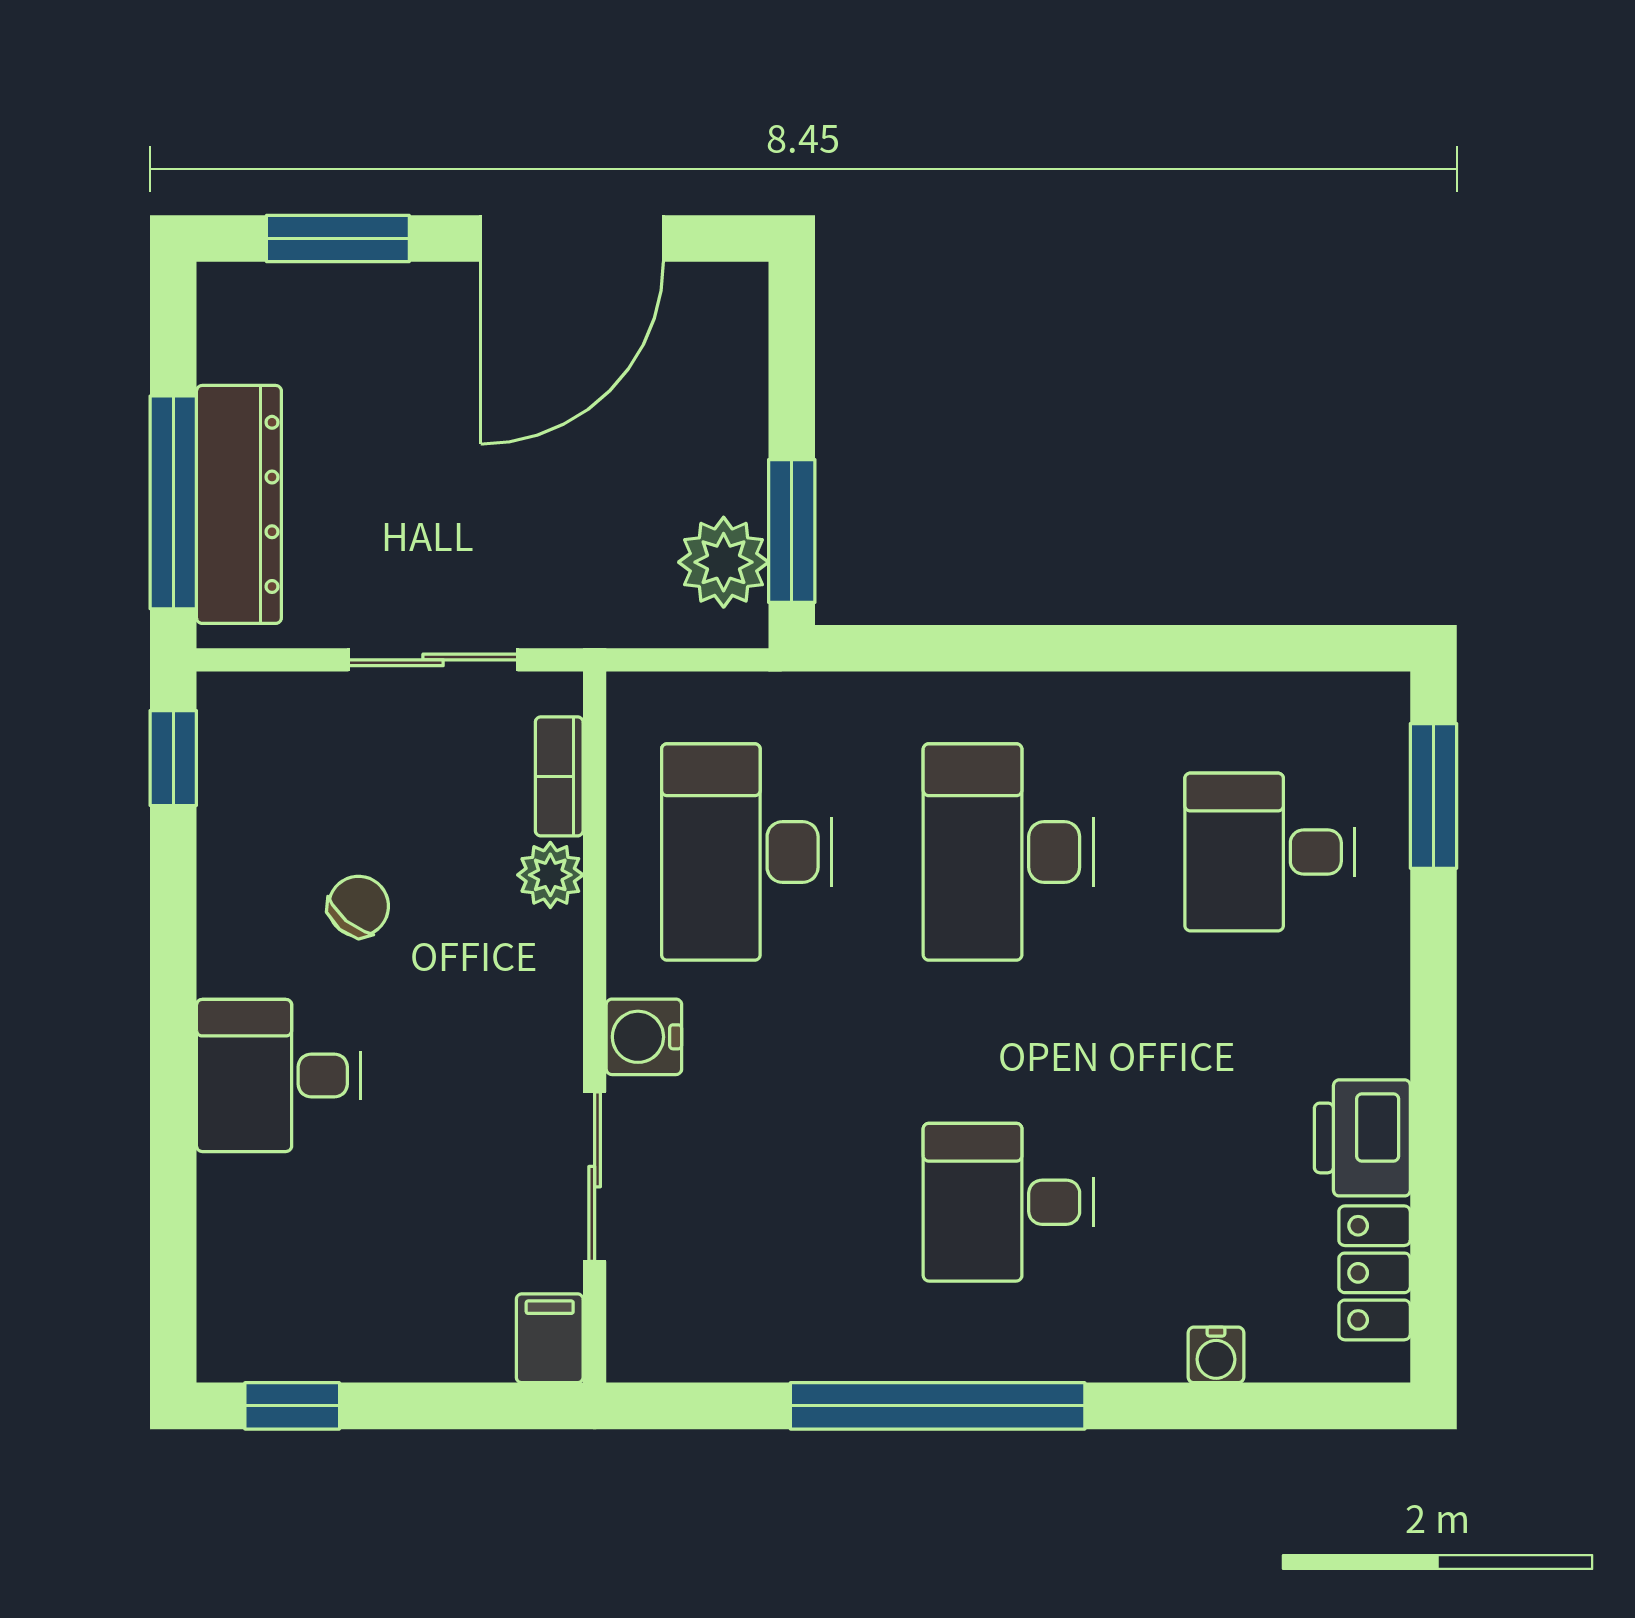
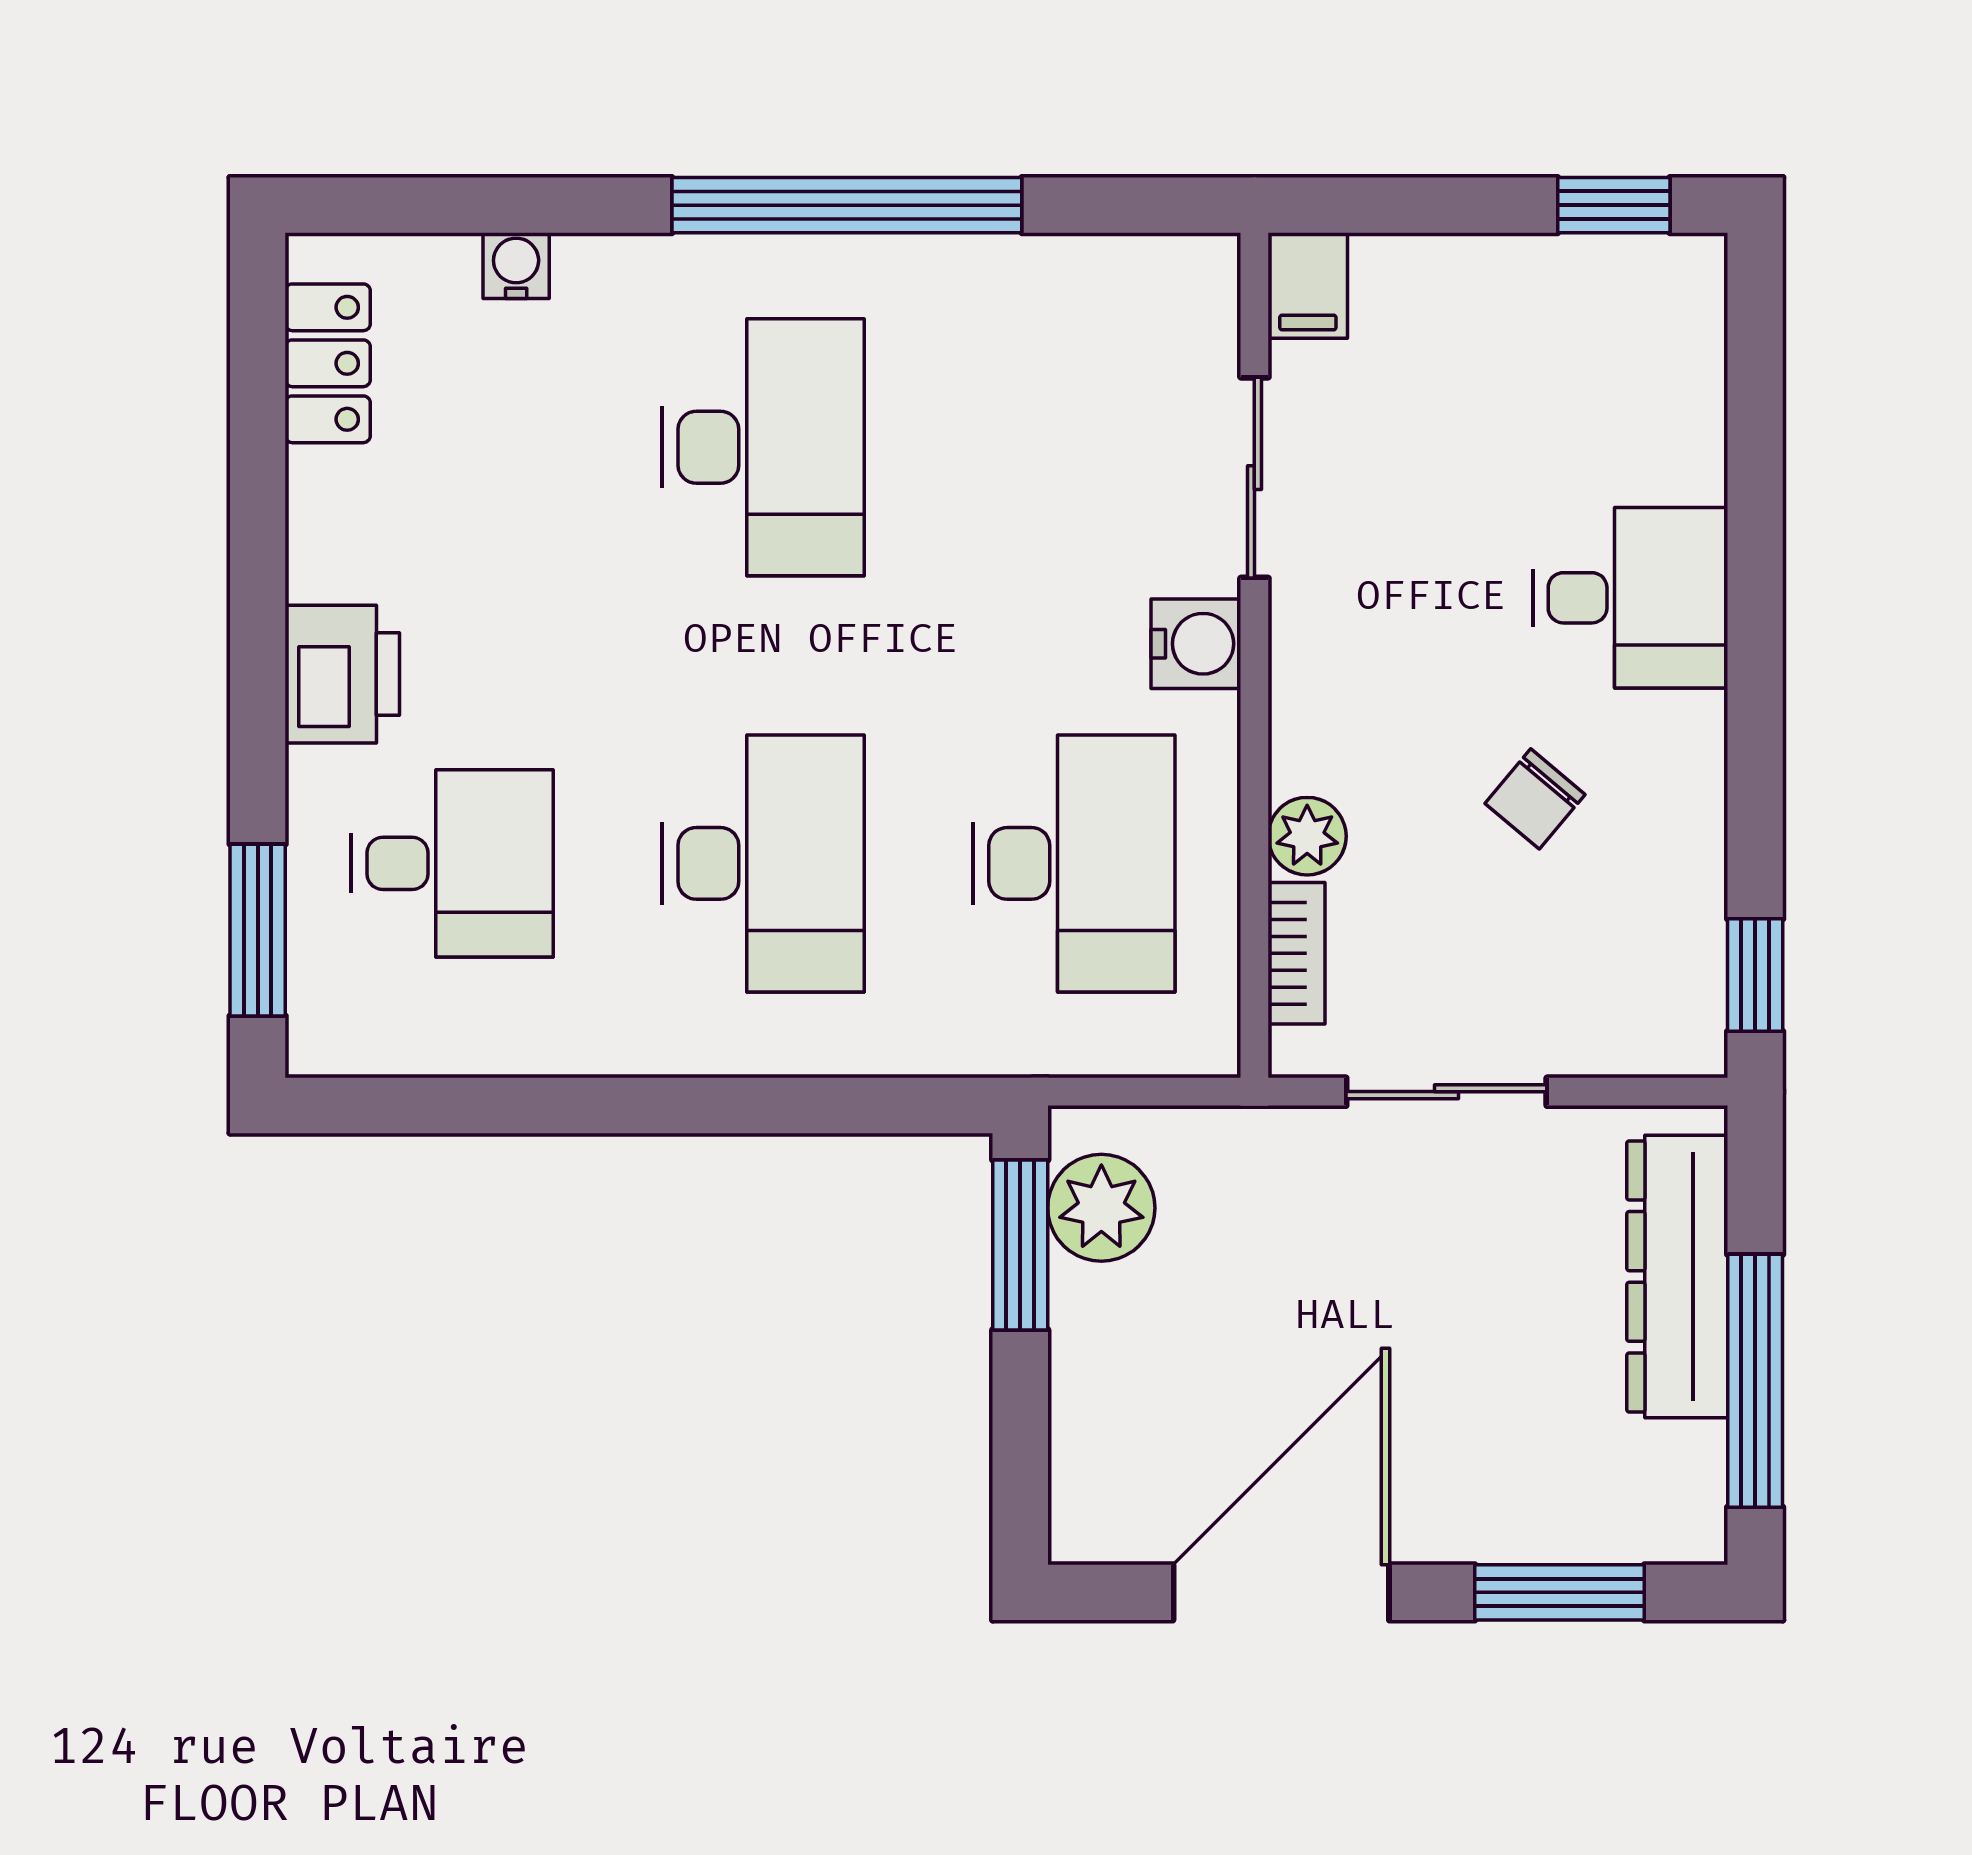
window: (173, 502) -> (1755, 1381), moved
printer: (1362, 1138) -> (342, 674), moved
desk: (1008, 1202) -> (763, 447), width x1.37

